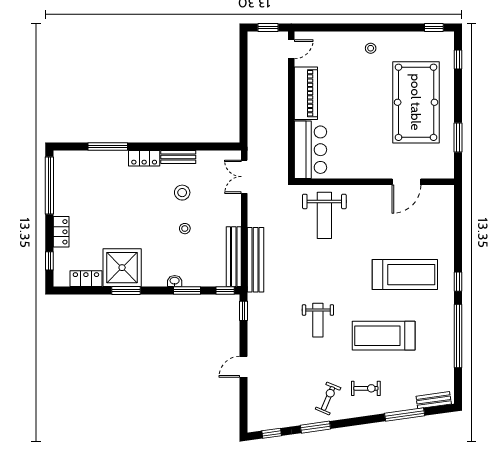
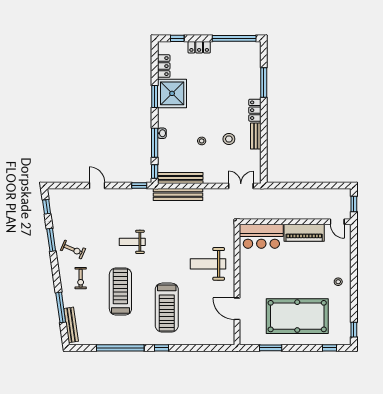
weight bench: (324, 215) -> (208, 264), moved
window: (187, 291) -> (155, 143), width x1.44
bench: (434, 400) -> (71, 325), width x1.36

